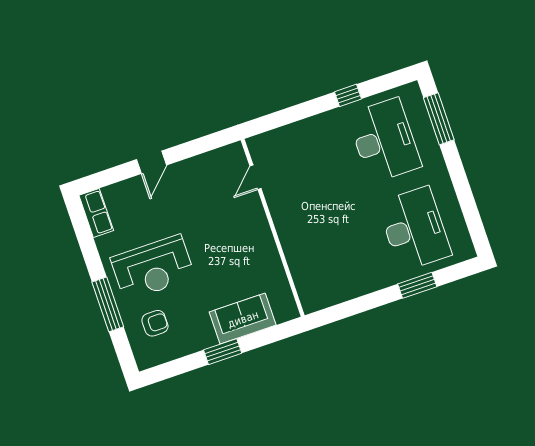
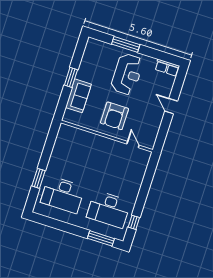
window: (348, 95) -> (134, 222), moved
reception desk: (153, 268) -> (127, 74), turned 180
armchair: (155, 323) -> (115, 116), moved, width x1.88, depth x1.88

